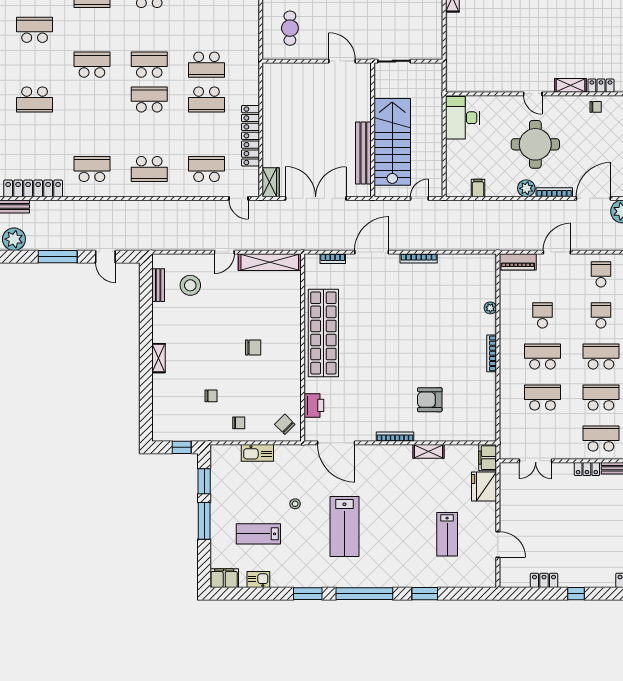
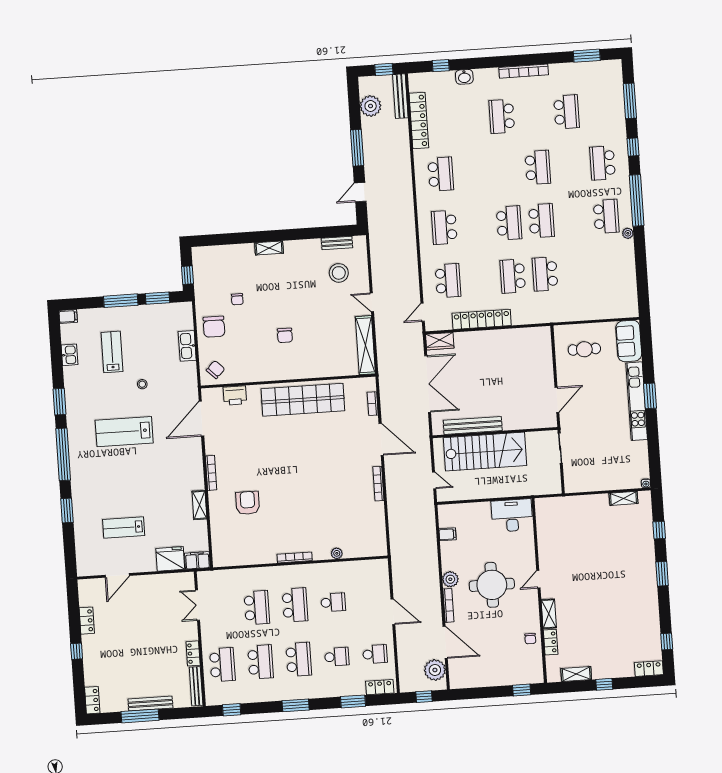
piano: (518, 262) -> (381, 576), removed
chair: (239, 423) -> (214, 327), width x1.87, depth x1.87
filing cabinet: (224, 578) -> (68, 316), width x0.50

